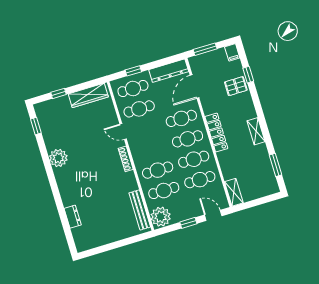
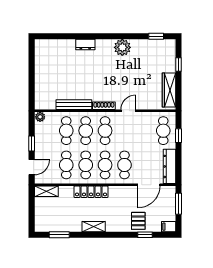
door: (194, 86) -> (149, 185), swing flipped
cafe table: (139, 109) -> (105, 131), moved
locker: (216, 133) -> (91, 192), moved
bench: (140, 210) -> (74, 105), moved
dresser: (73, 217) -> (85, 44), moved
plant: (161, 217) -> (40, 117), width x0.53, depth x0.53

